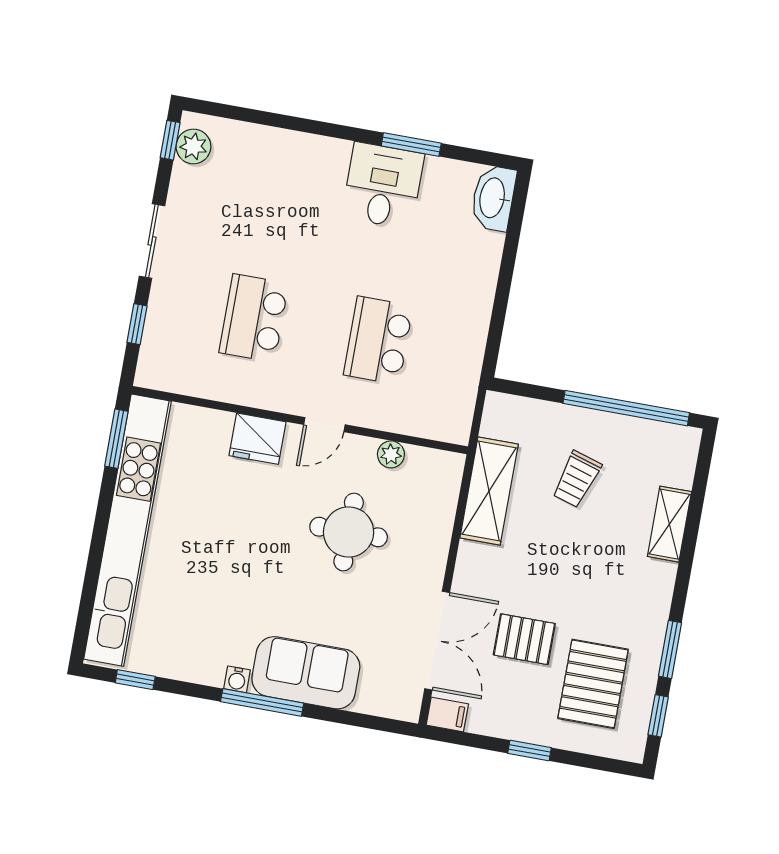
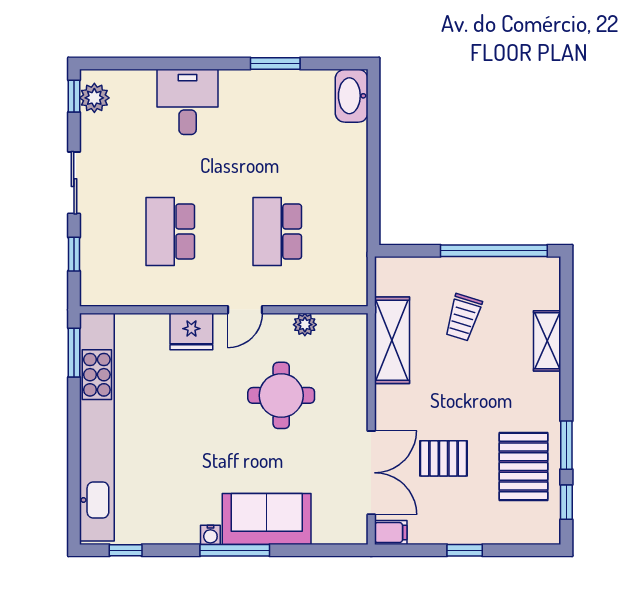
desk: (383, 185) -> (188, 102), moved
pallet: (593, 684) -> (523, 466), moved

